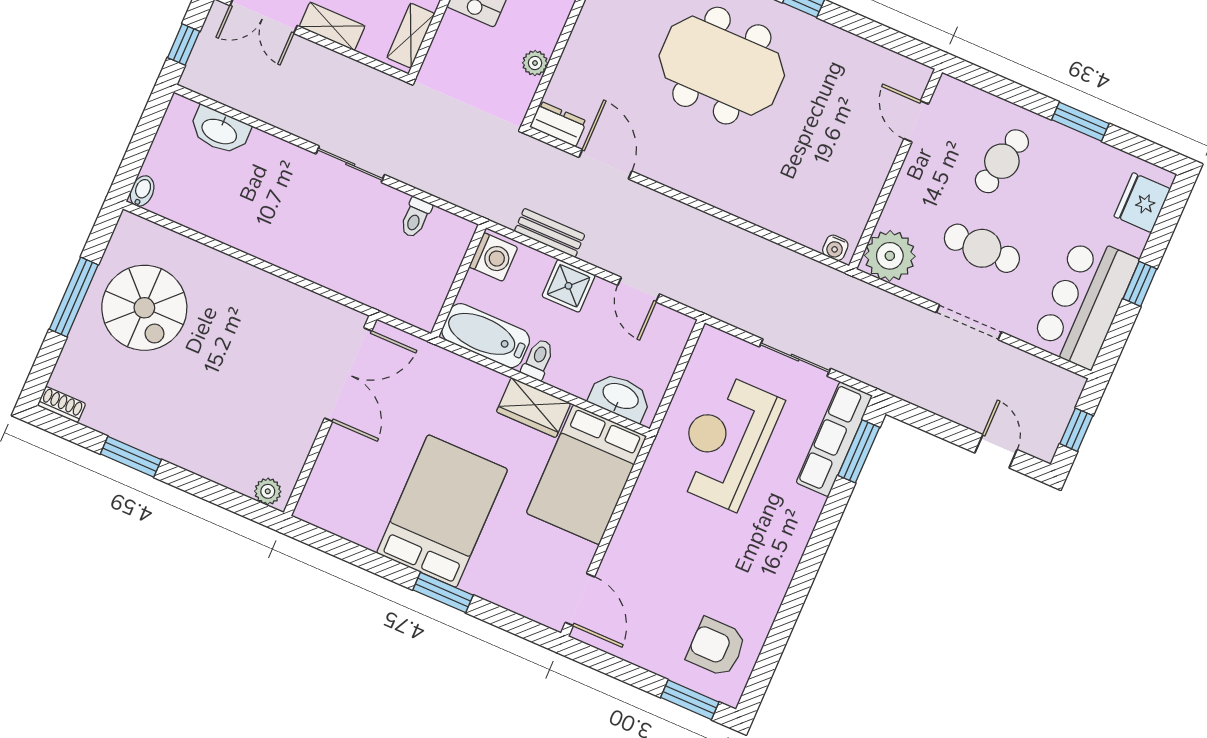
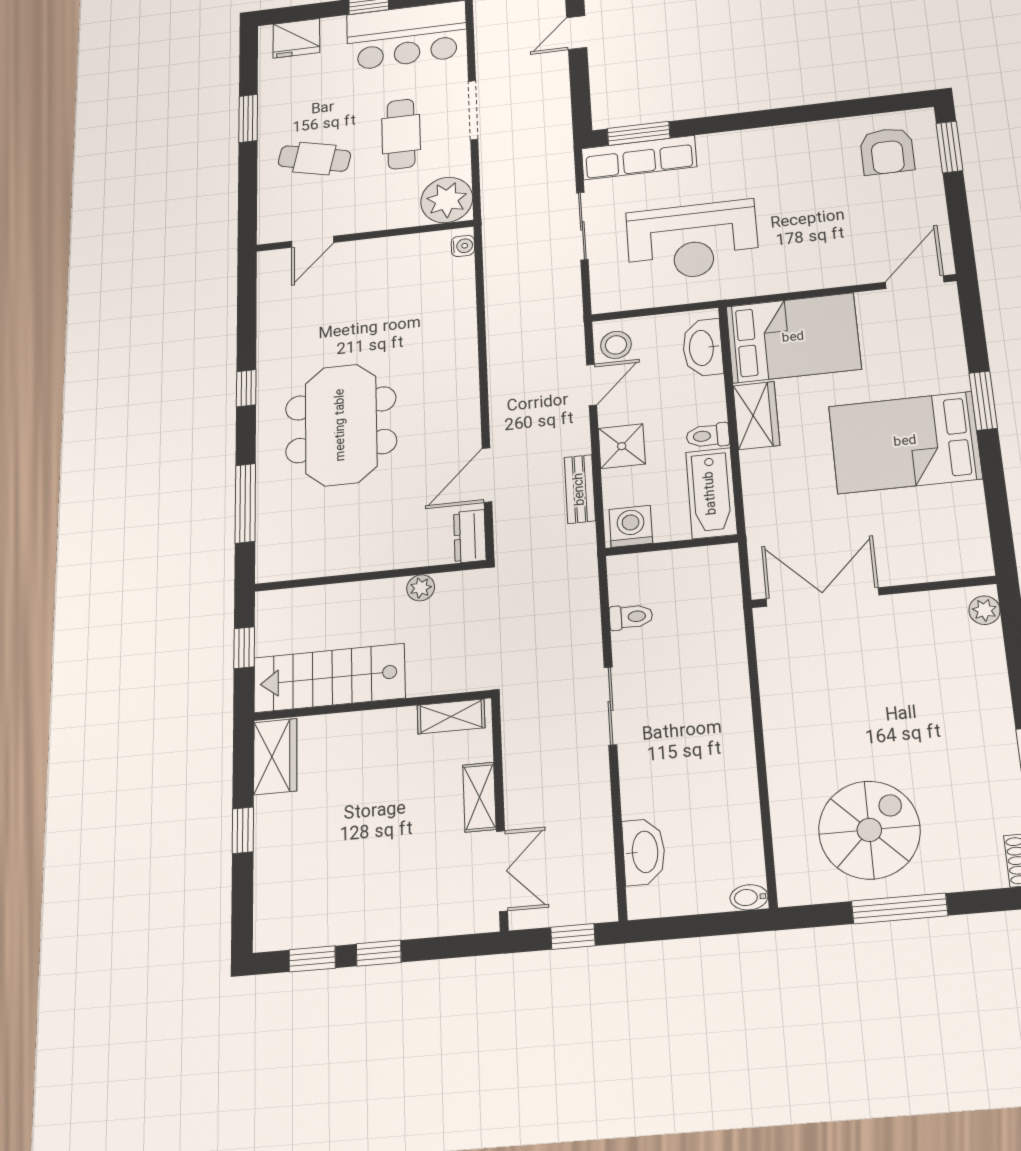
stool: (664, 328) -> (616, 345), added

